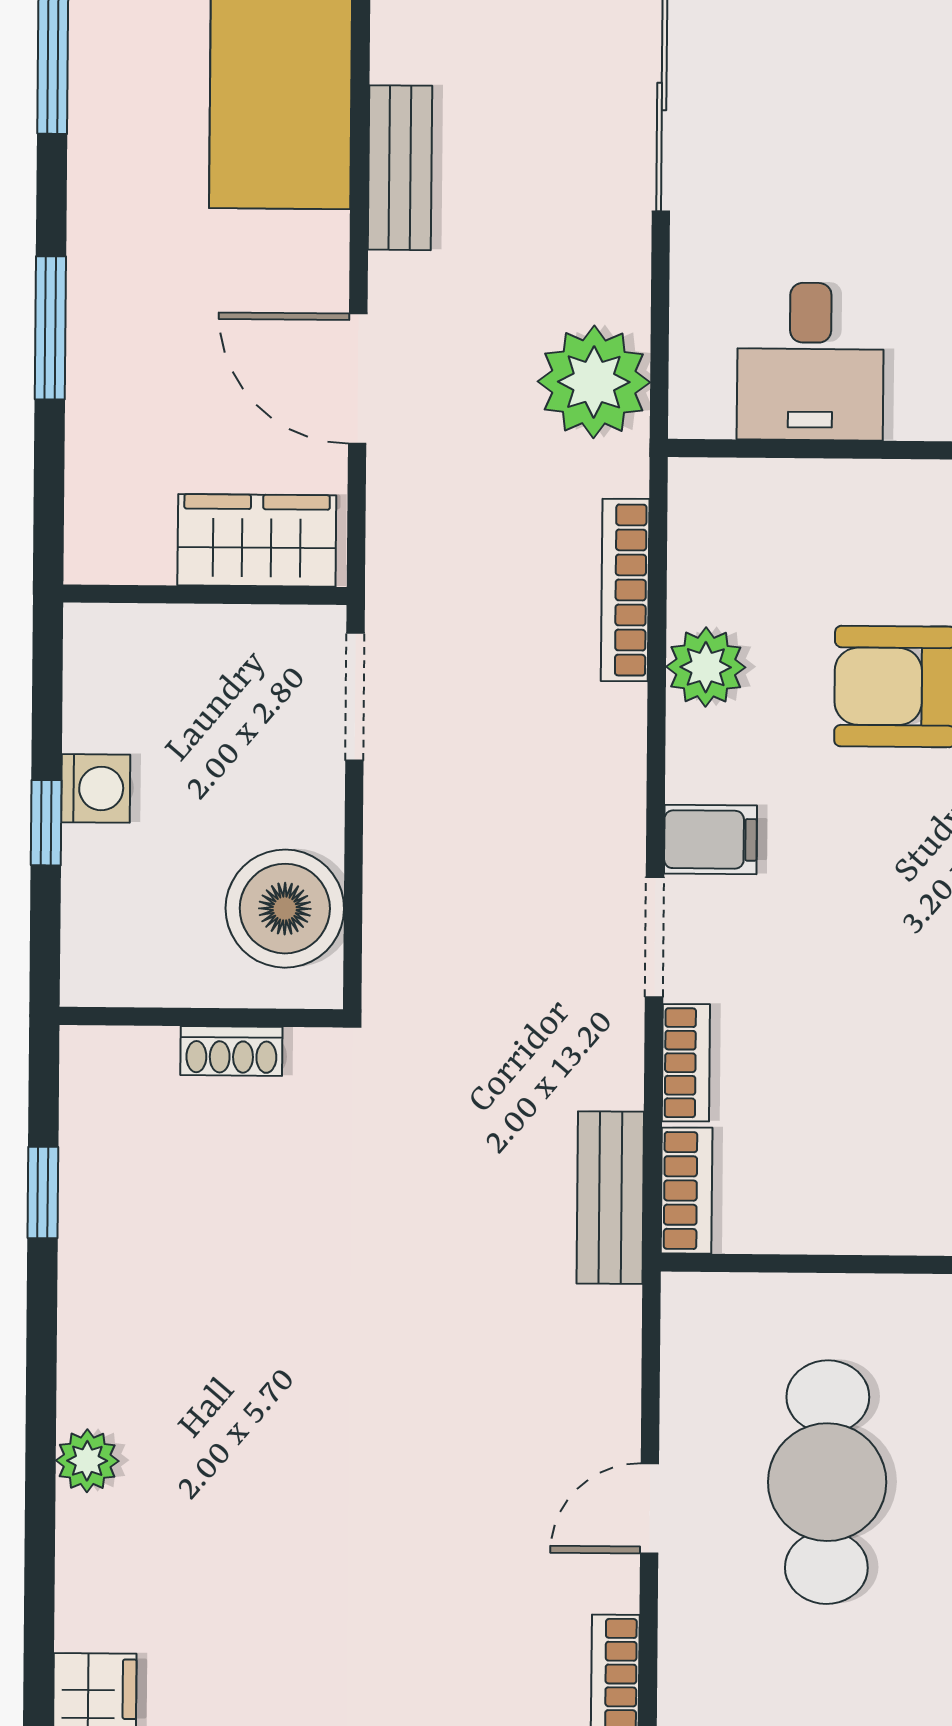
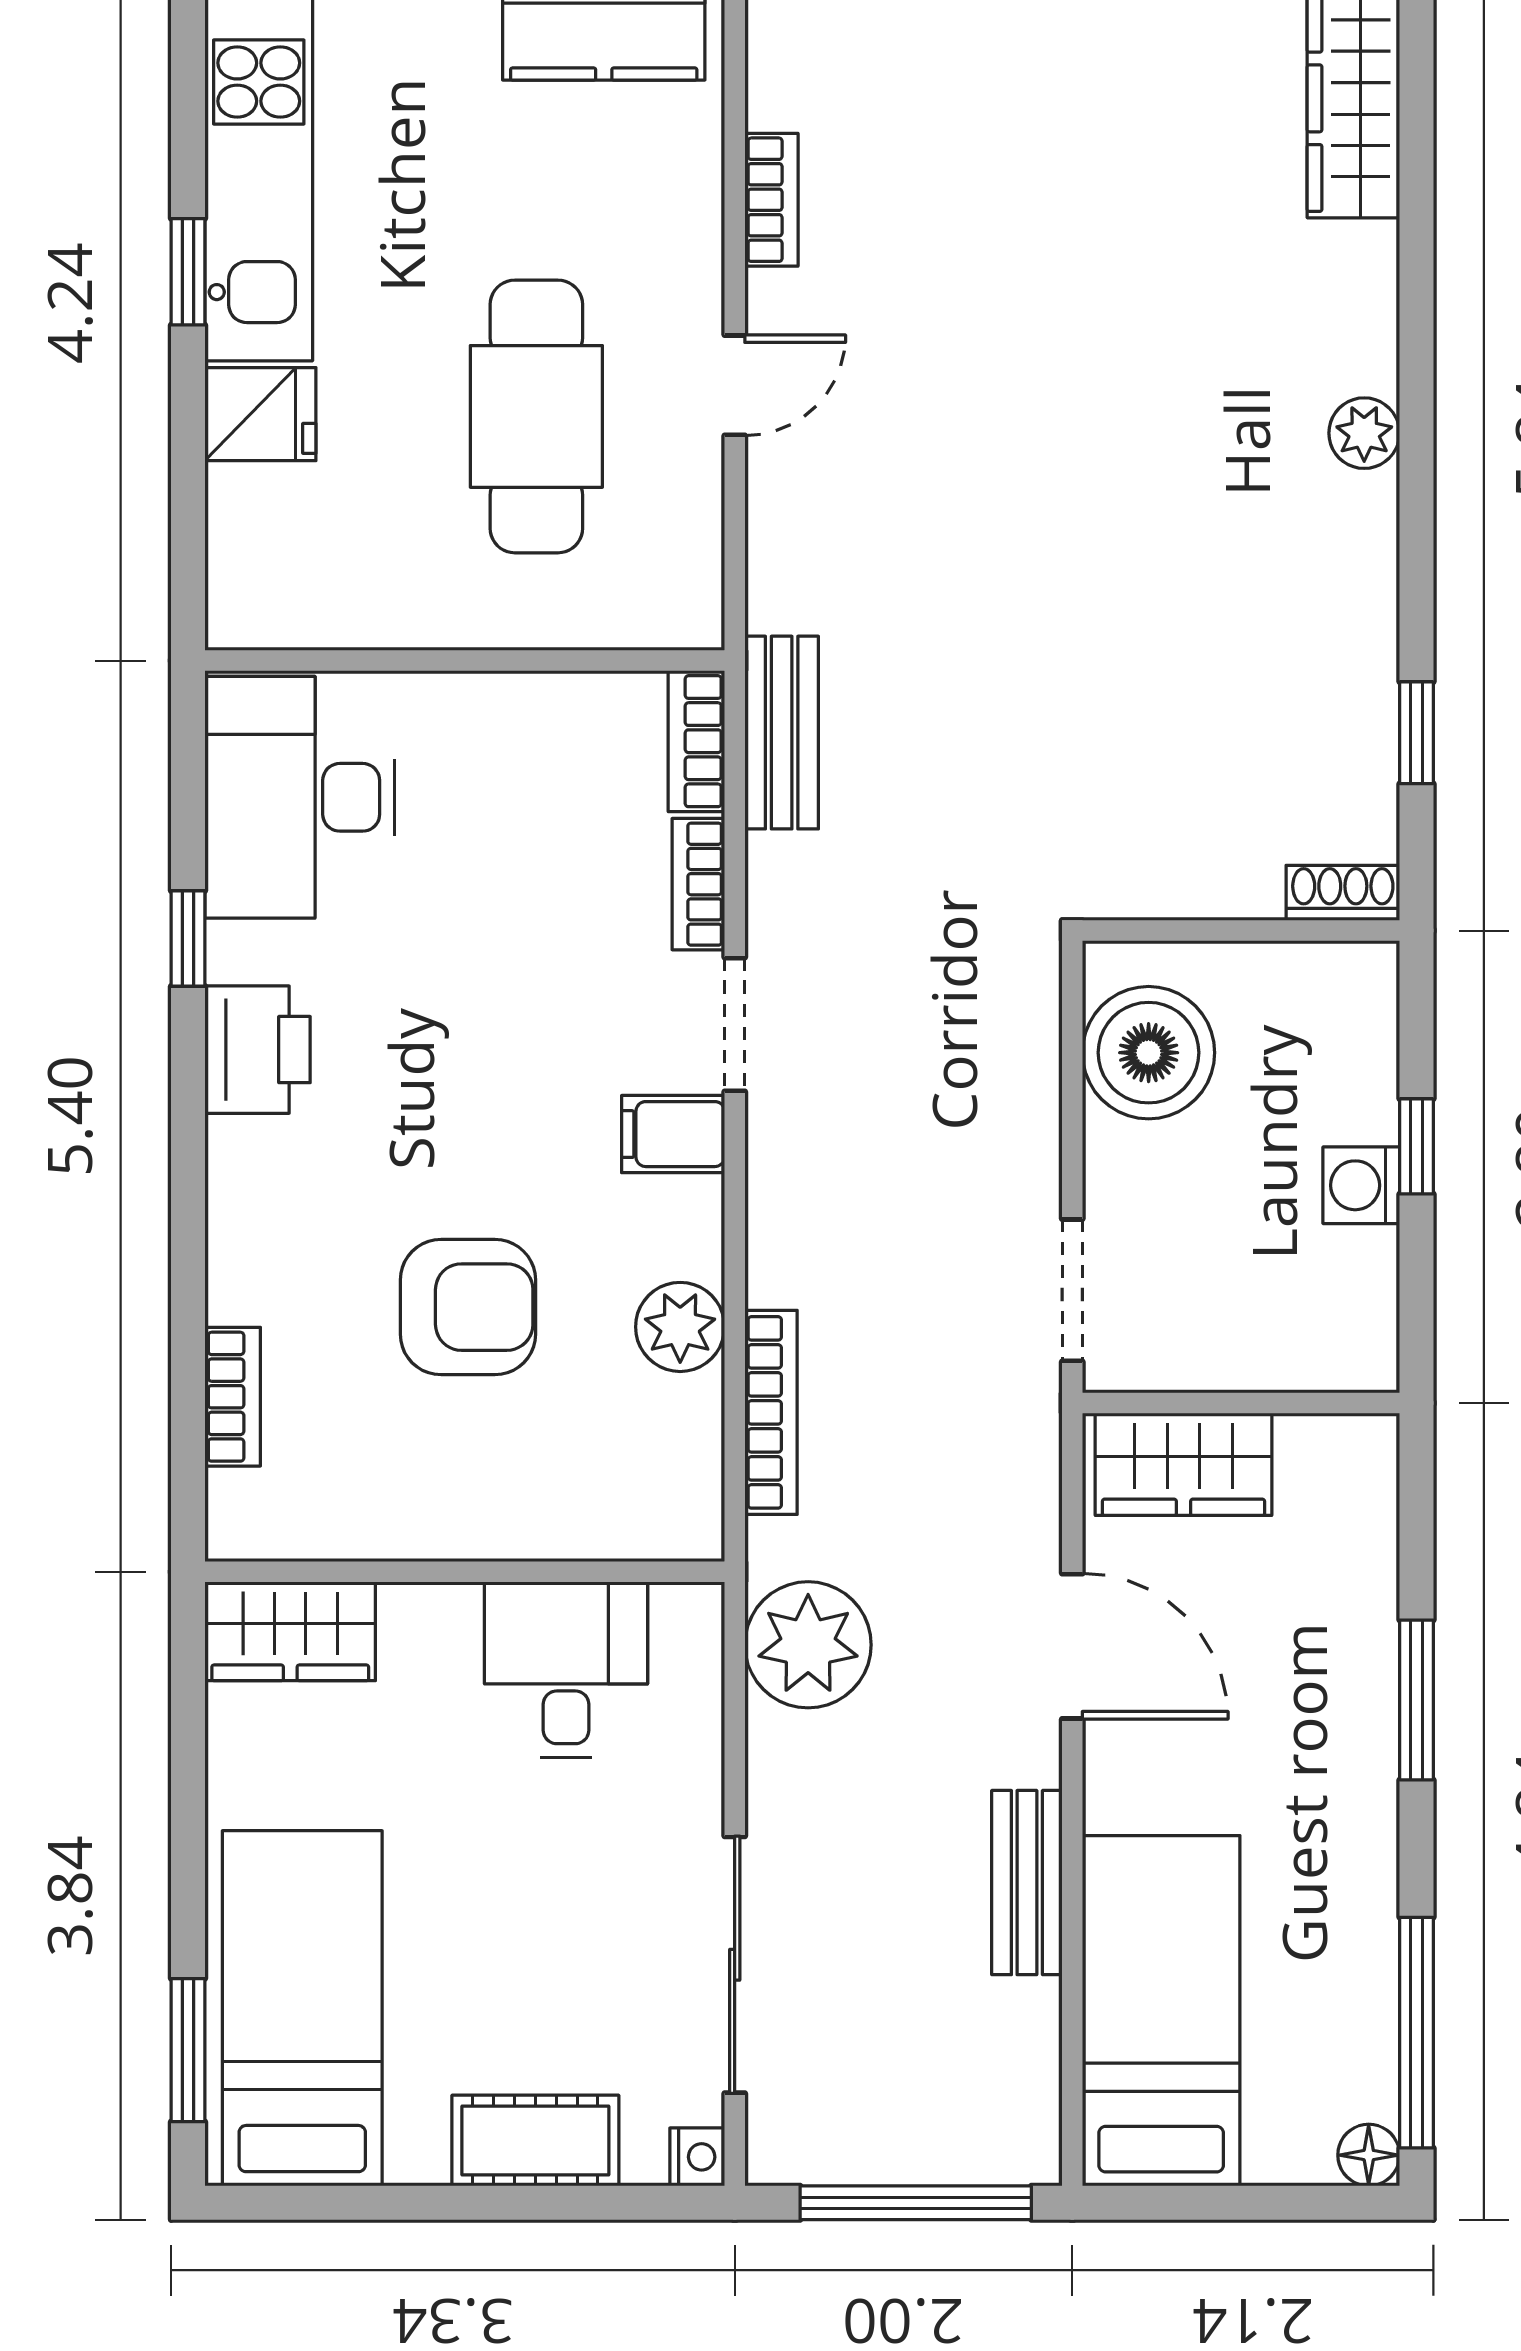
shoe rack: (231, 1051) -> (1343, 893), moved

